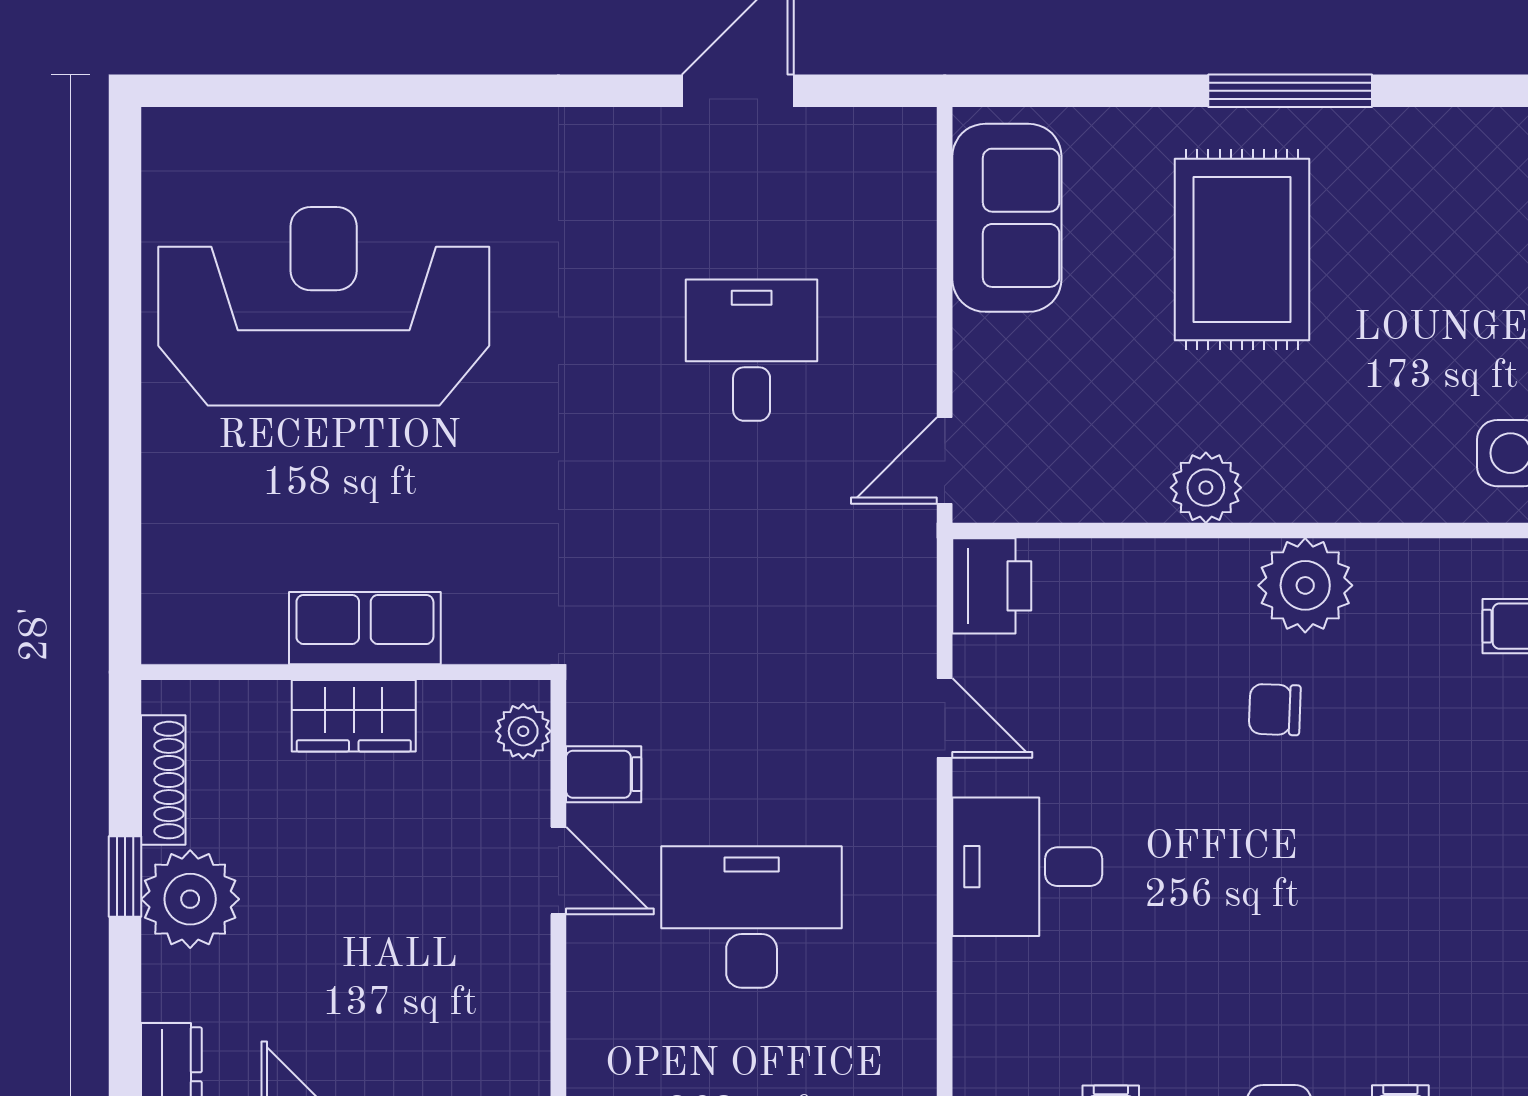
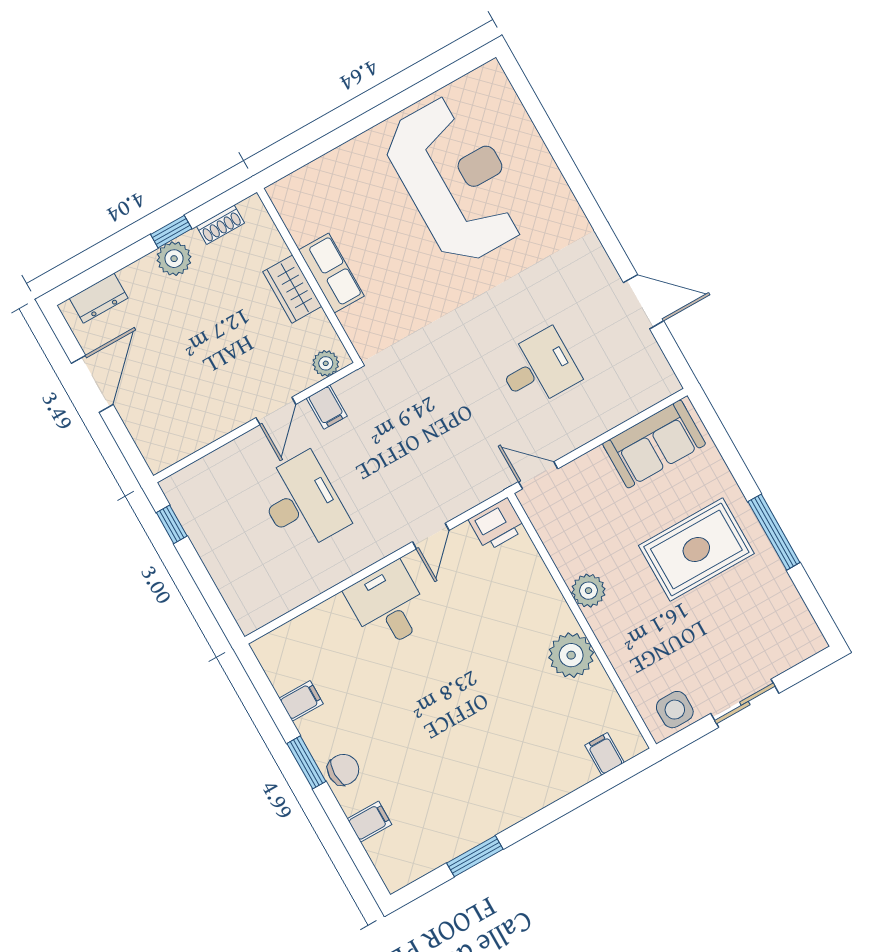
chair: (1275, 710) -> (512, 672), removed
shoe rack: (163, 780) -> (220, 225), width x0.70
plant: (190, 899) -> (174, 259), width x0.73, depth x0.73

